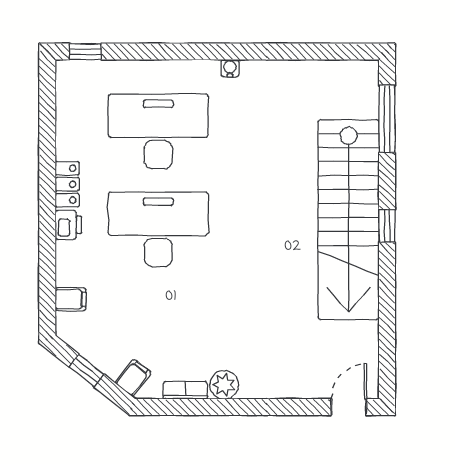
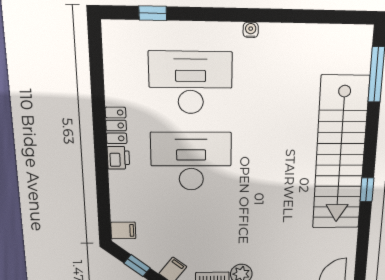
window: (86, 52) -> (153, 13), moved
window: (387, 226) -> (367, 190), moved
filing cabinet: (70, 299) -> (123, 230), moved

